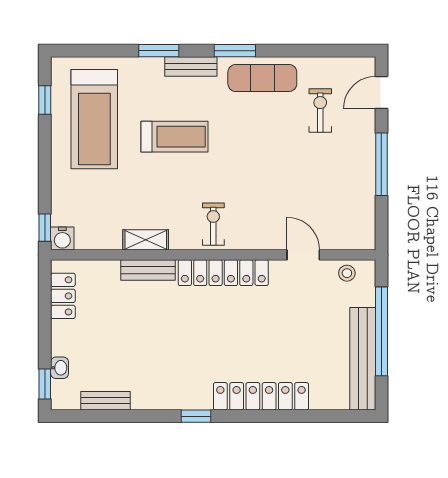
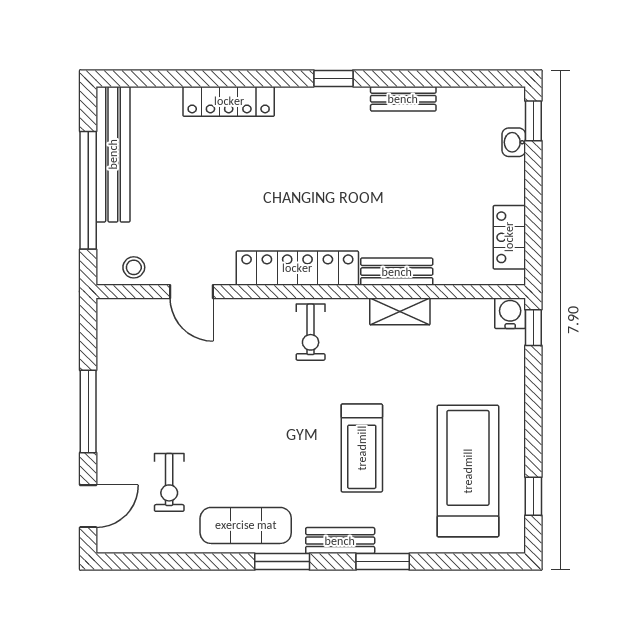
treadmill: (175, 137) -> (362, 448), turned -90
locker: (261, 396) -> (229, 101), width x0.71, depth x0.83
bench: (106, 401) -> (403, 99), moved

